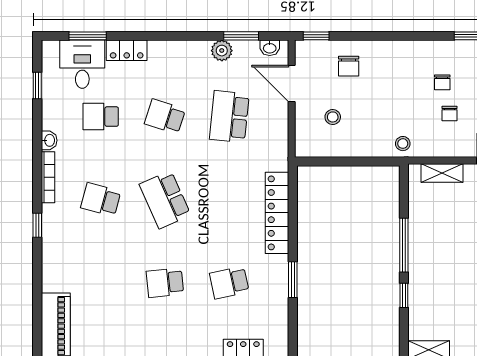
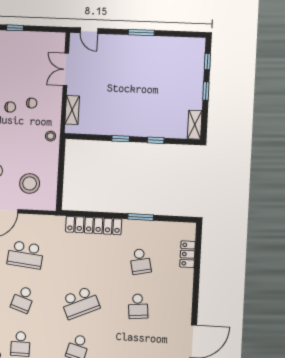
stool: (333, 117) -> (30, 183), width x1.89, depth x1.89
window: (404, 245) -> (121, 139), width x0.46

